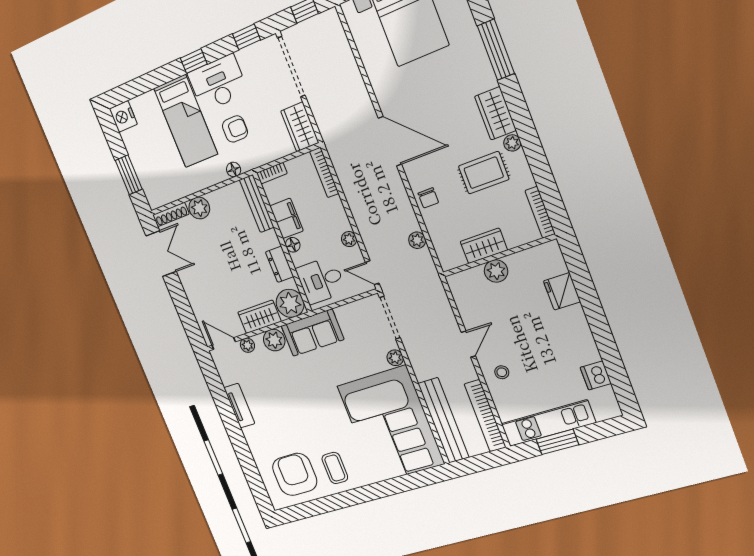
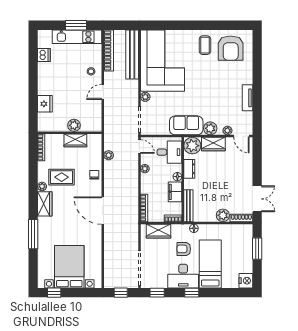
wardrobe: (300, 127) -> (159, 231), moved, turned 90
double door: (161, 254) -> (257, 199), swing flipped

